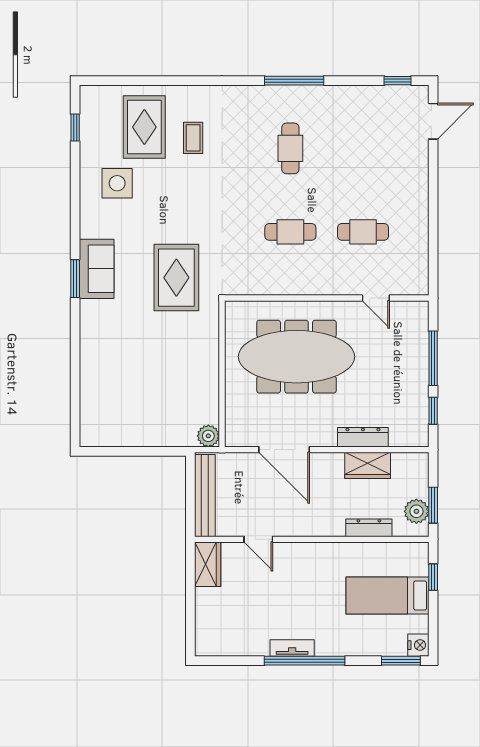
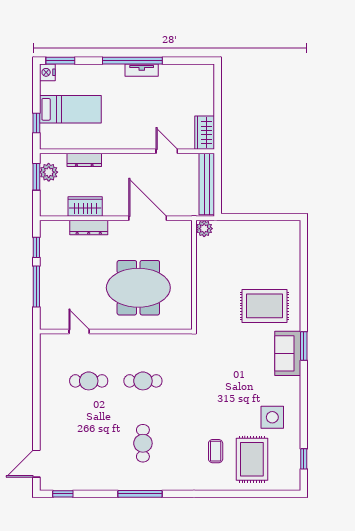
rug: (176, 278) -> (264, 306), moved, turned 90
meeting table: (297, 357) -> (138, 288), width x0.73

